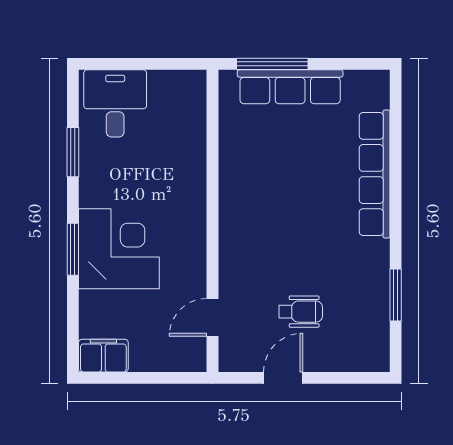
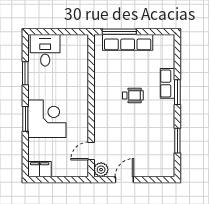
row of seats: (375, 174) -> (167, 83), width x0.50
window: (396, 192) -> (177, 92), added
wheelchair: (301, 312) -> (133, 95), moved
plant: (234, 357) -> (101, 170), added

